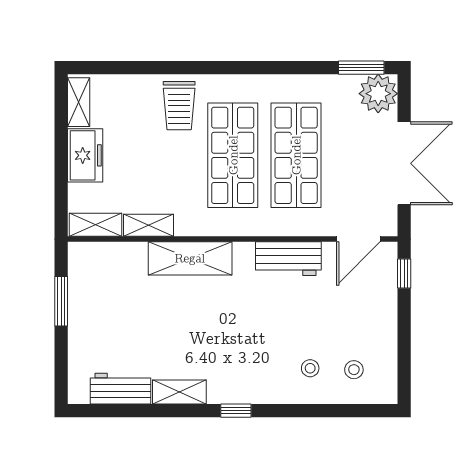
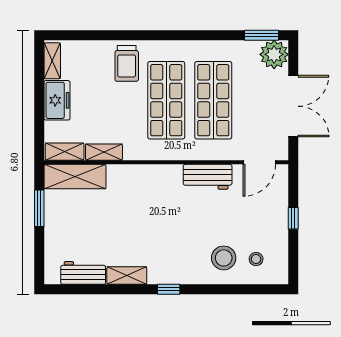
shelving: (190, 258) -> (75, 177), moved
window: (404, 273) -> (293, 218), moved
stool: (310, 368) -> (224, 258), width x1.89, depth x1.89

